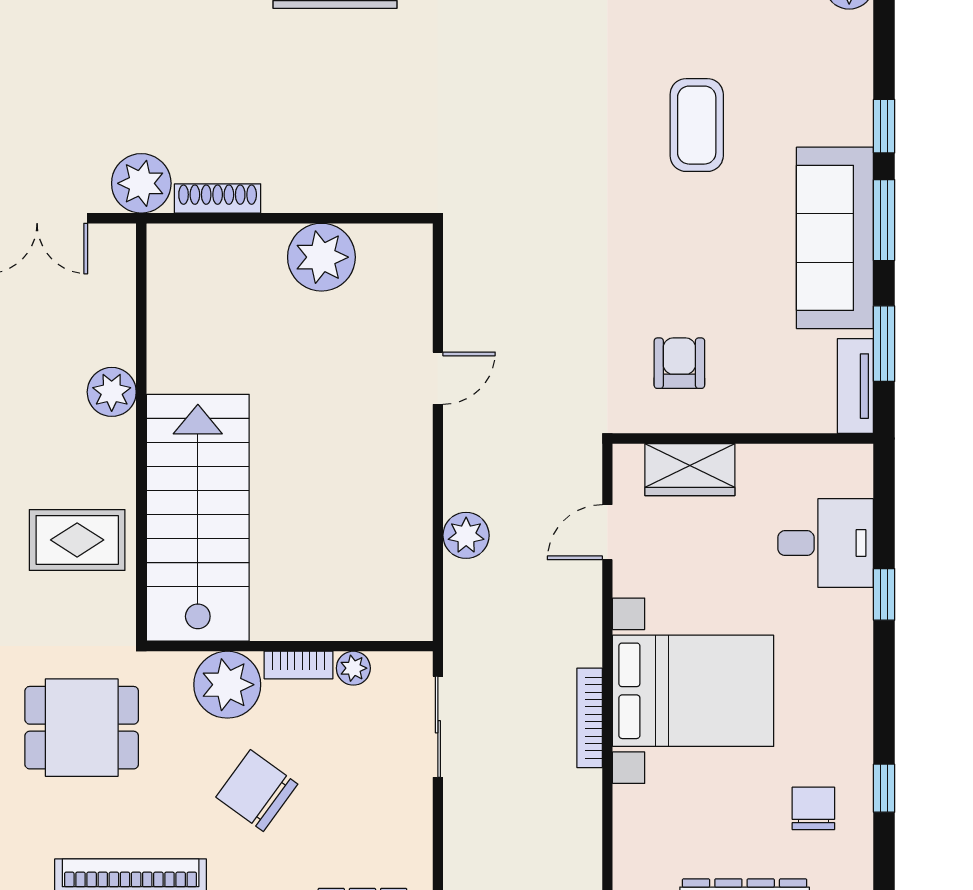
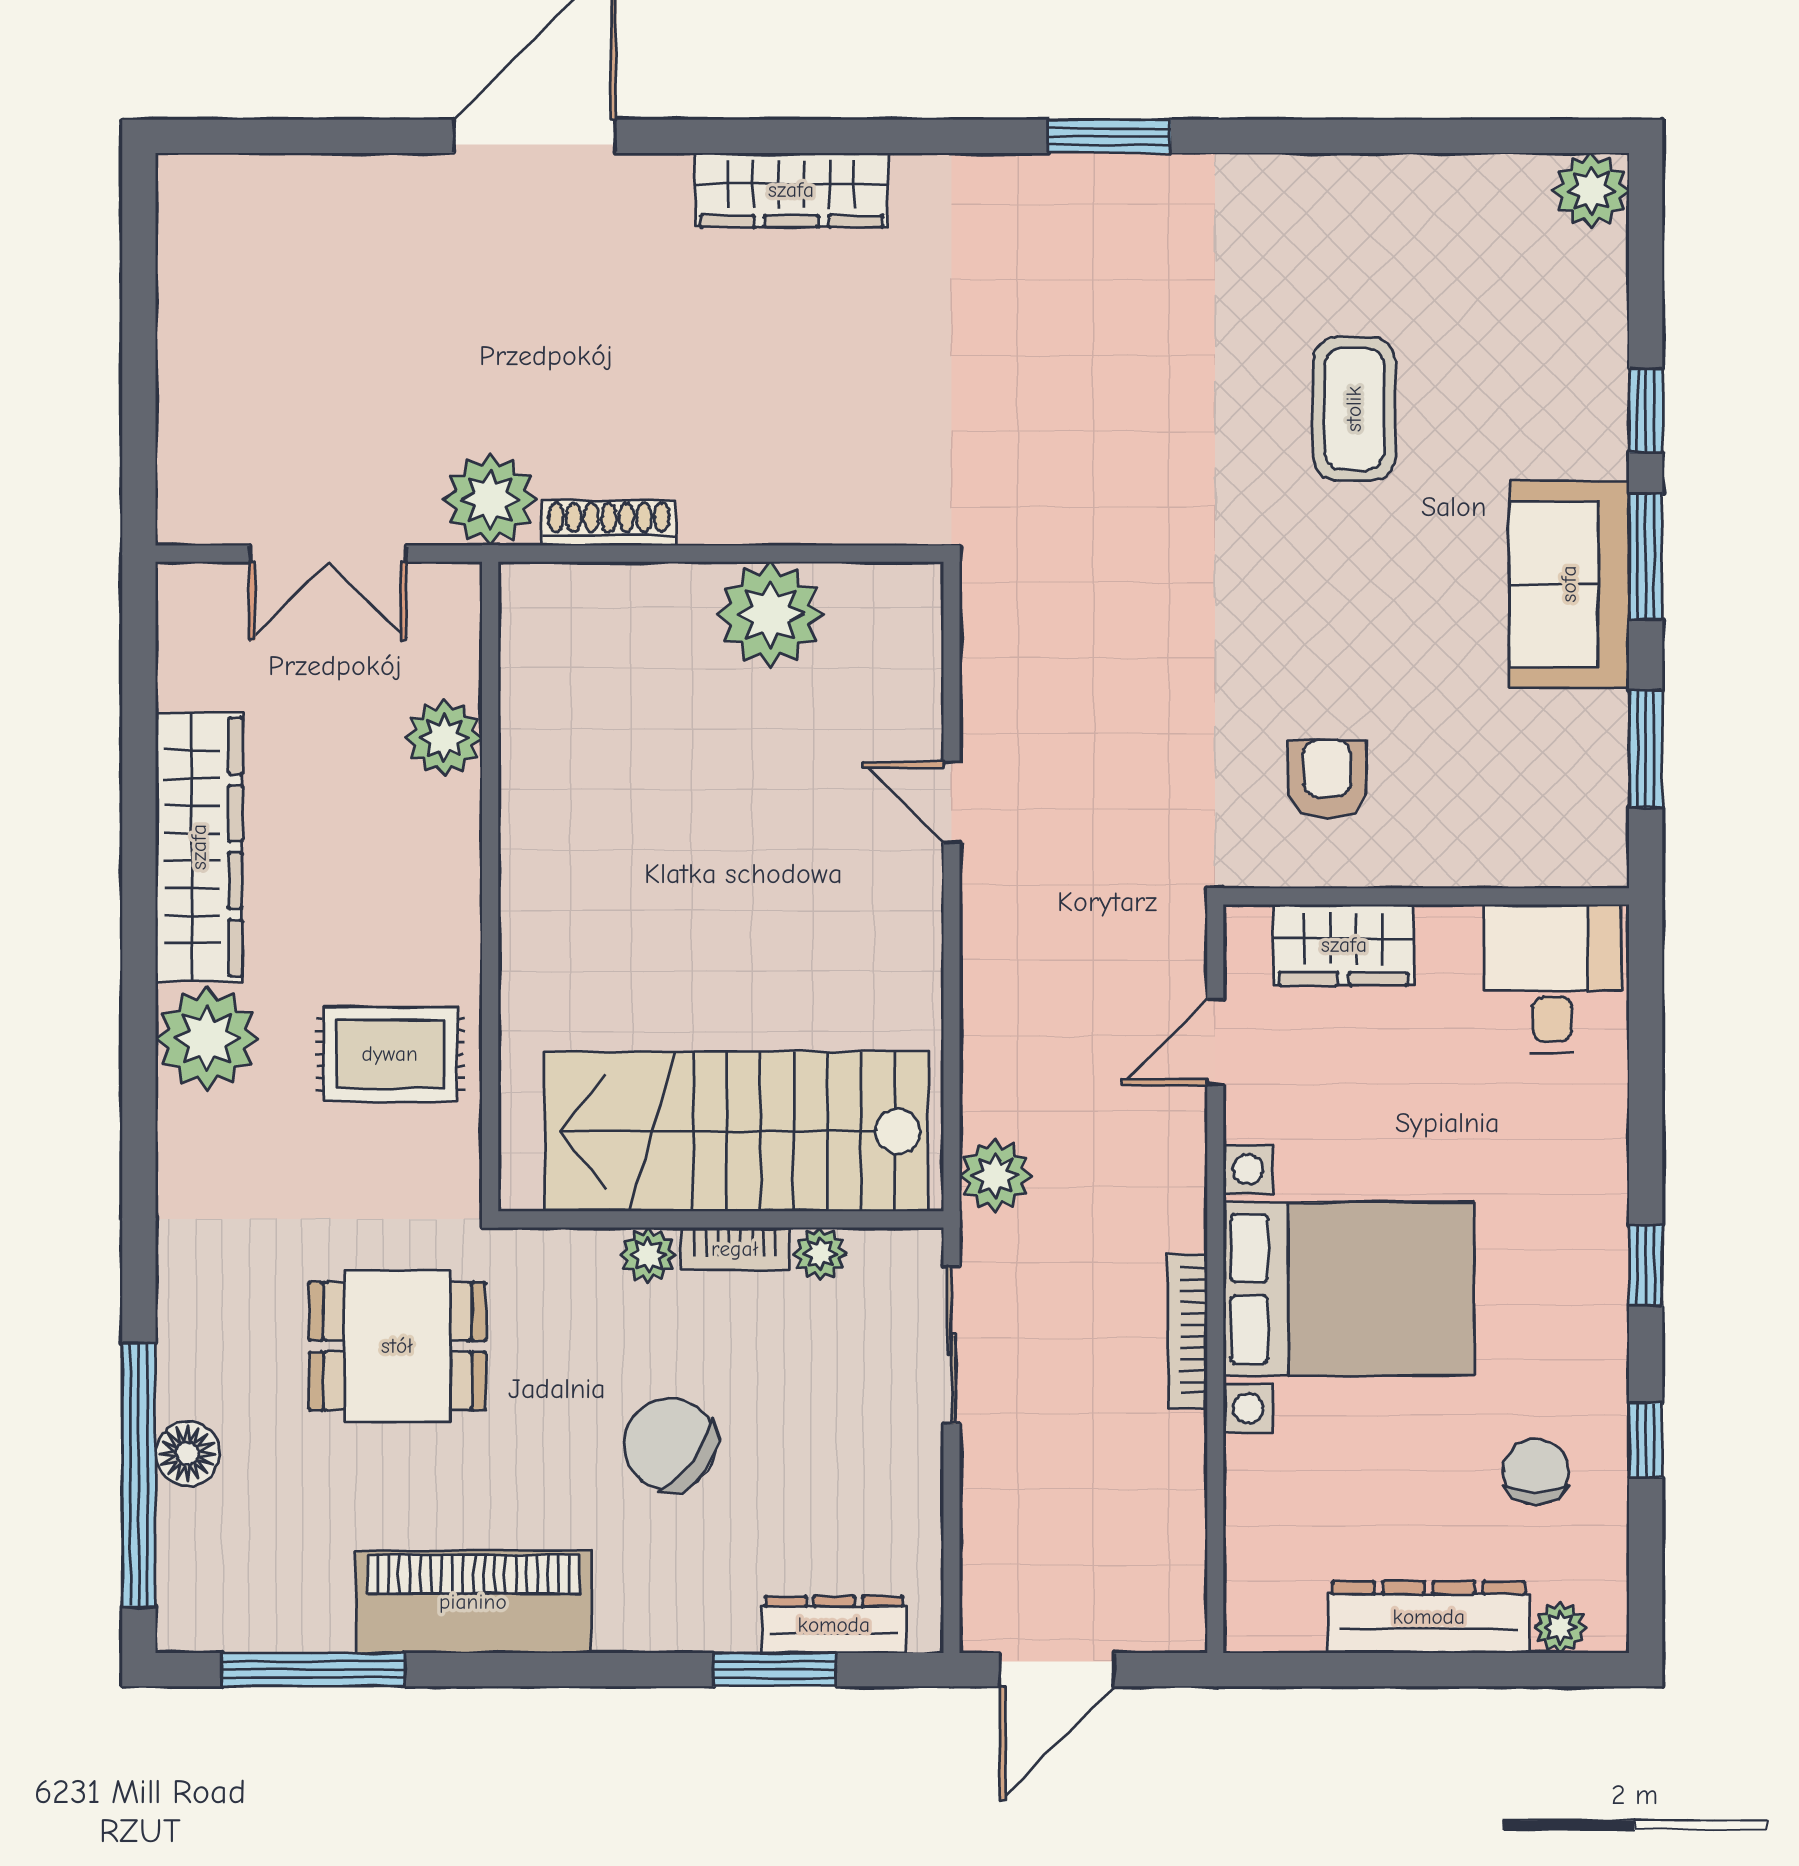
sofa: (835, 238) -> (1569, 584), width x0.73
door: (438, 378) -> (952, 803), swing flipped
tv unit: (855, 386) -> (1601, 815), removed
plant: (112, 392) -> (444, 738), moved
stairs: (198, 518) -> (736, 1131), moved, turned -90
plant: (466, 535) -> (995, 1176), moved
desk: (826, 543) -> (1552, 979), moved, turned -90
window: (884, 594) -> (1646, 1266), moved
plant: (227, 685) -> (648, 1255), width x0.53, depth x0.53

